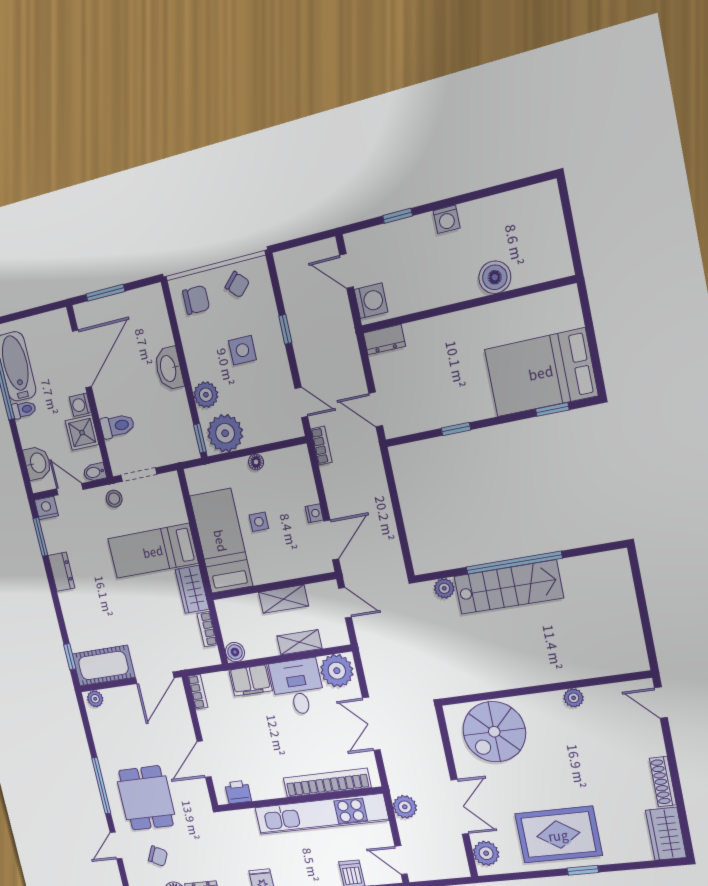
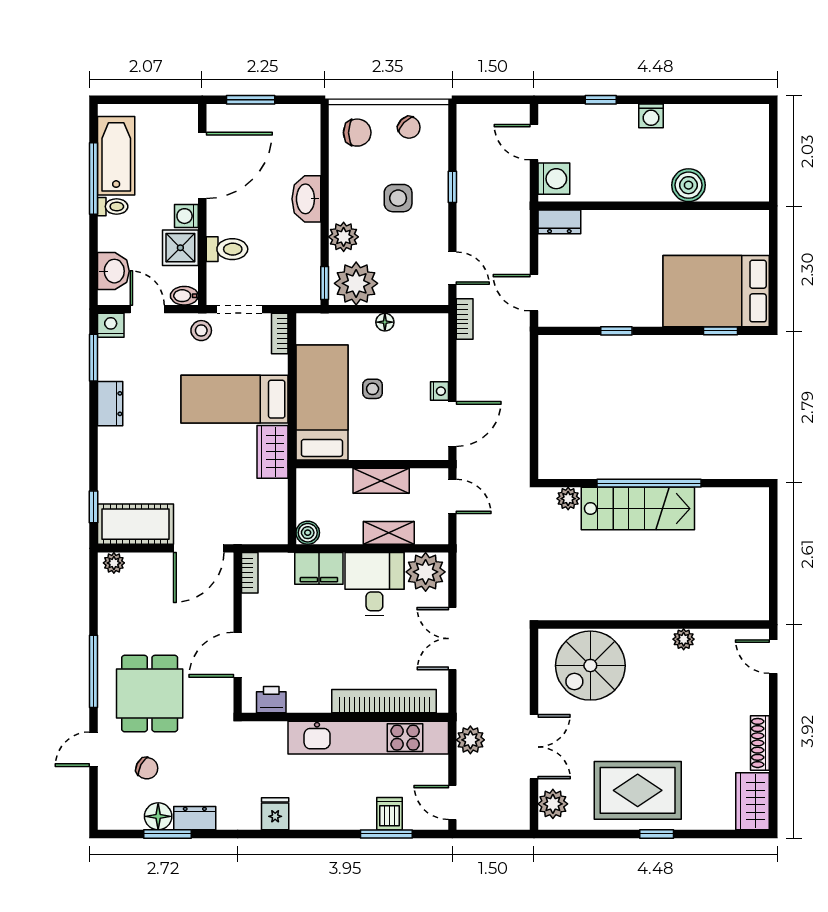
bookcase: (207, 629) -> (280, 334), moved

